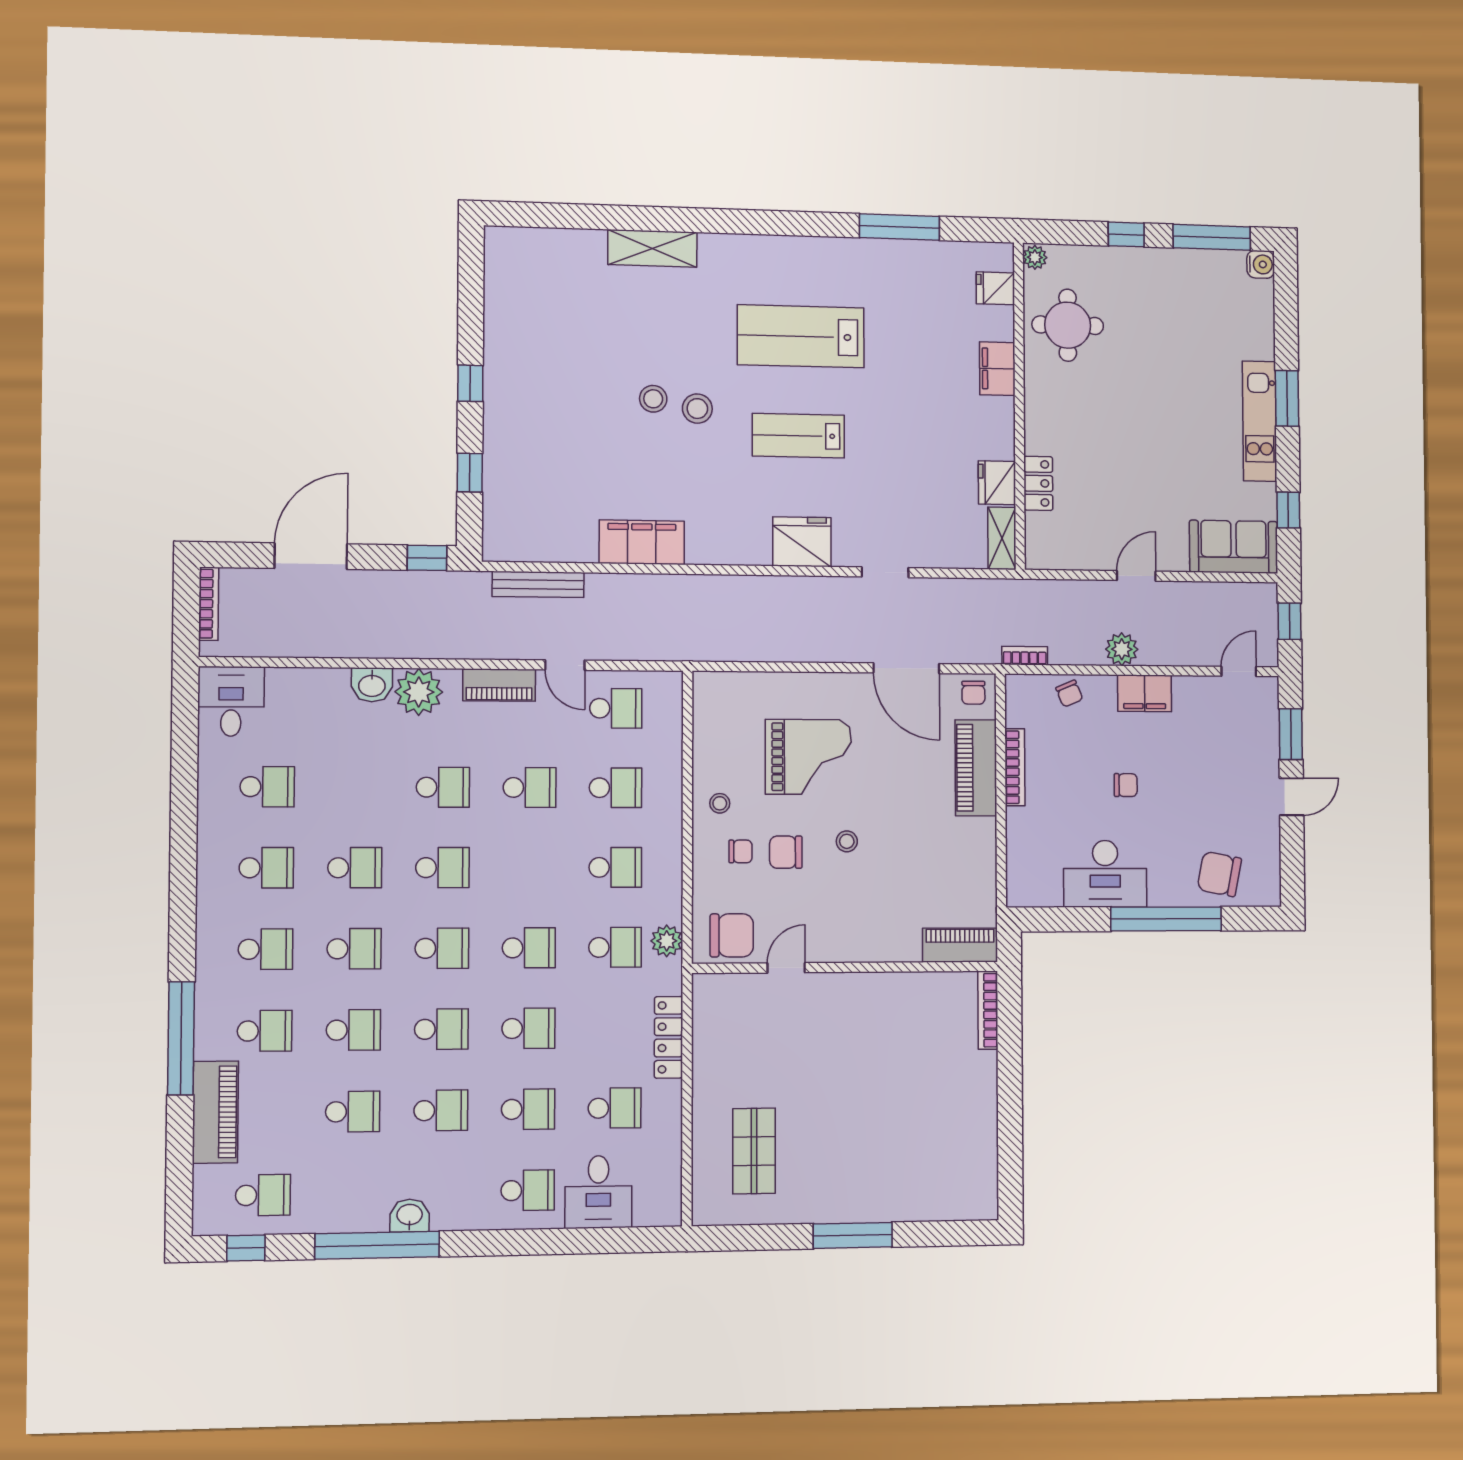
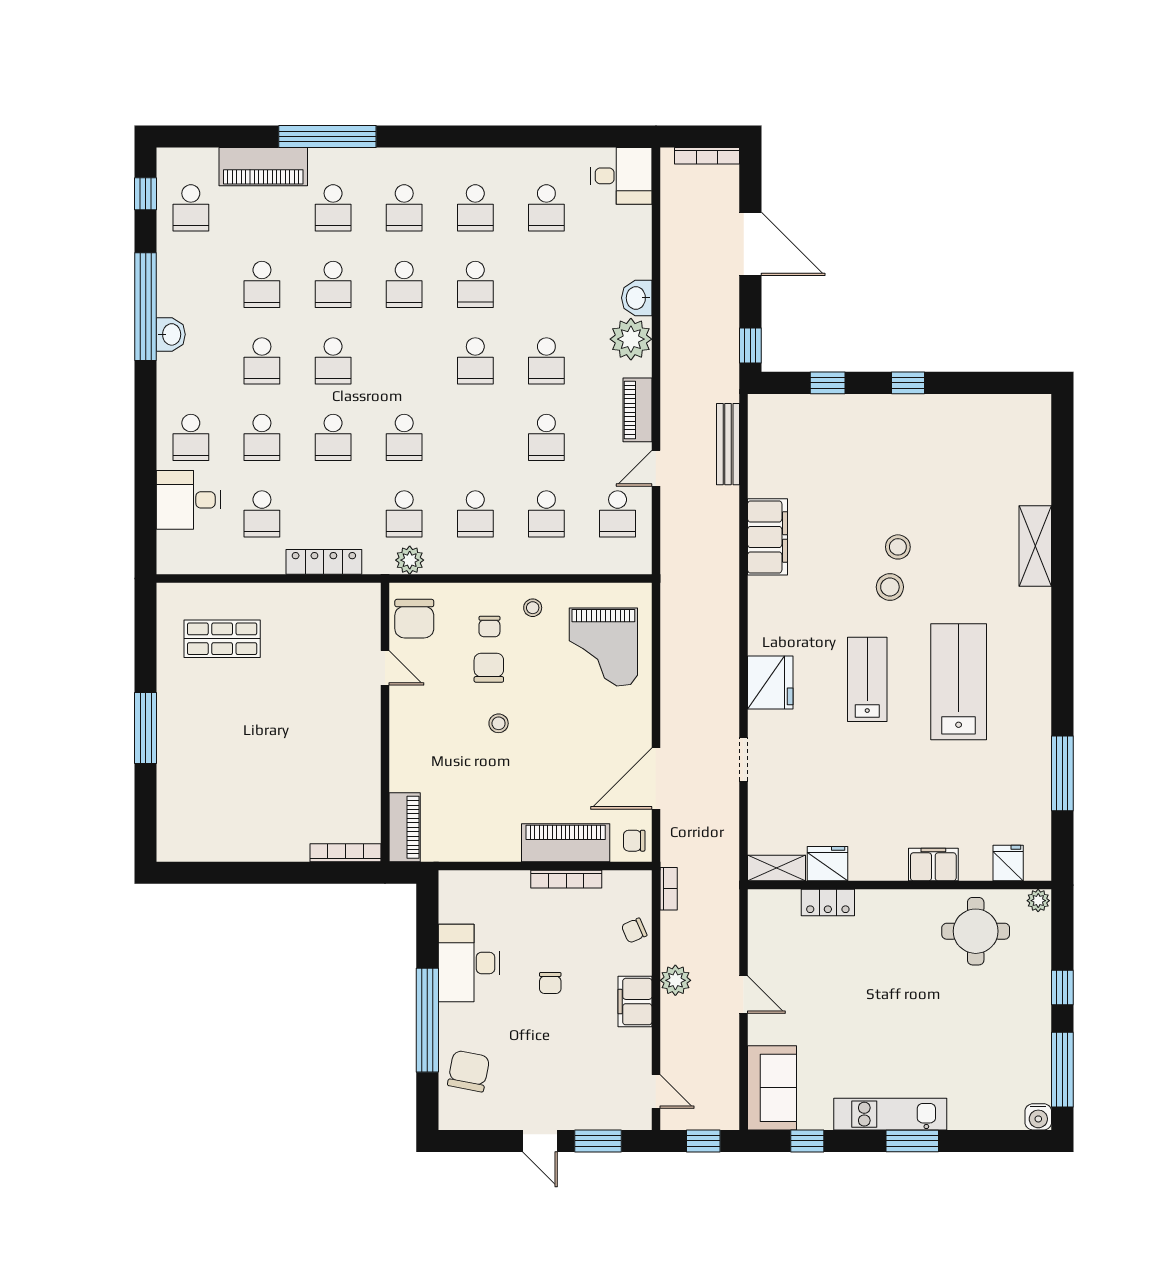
grand piano: (808, 757) -> (603, 647), moved
school desk: (442, 948) -> (404, 361), removed

